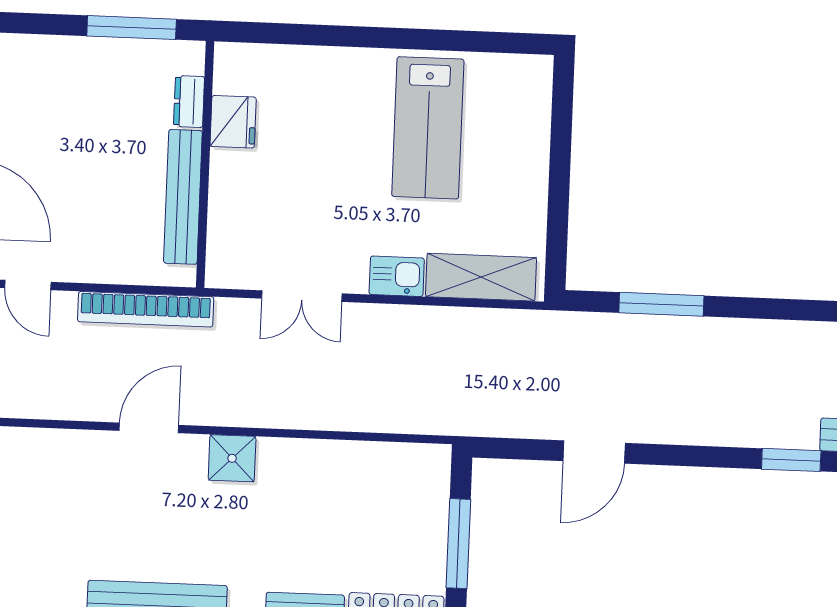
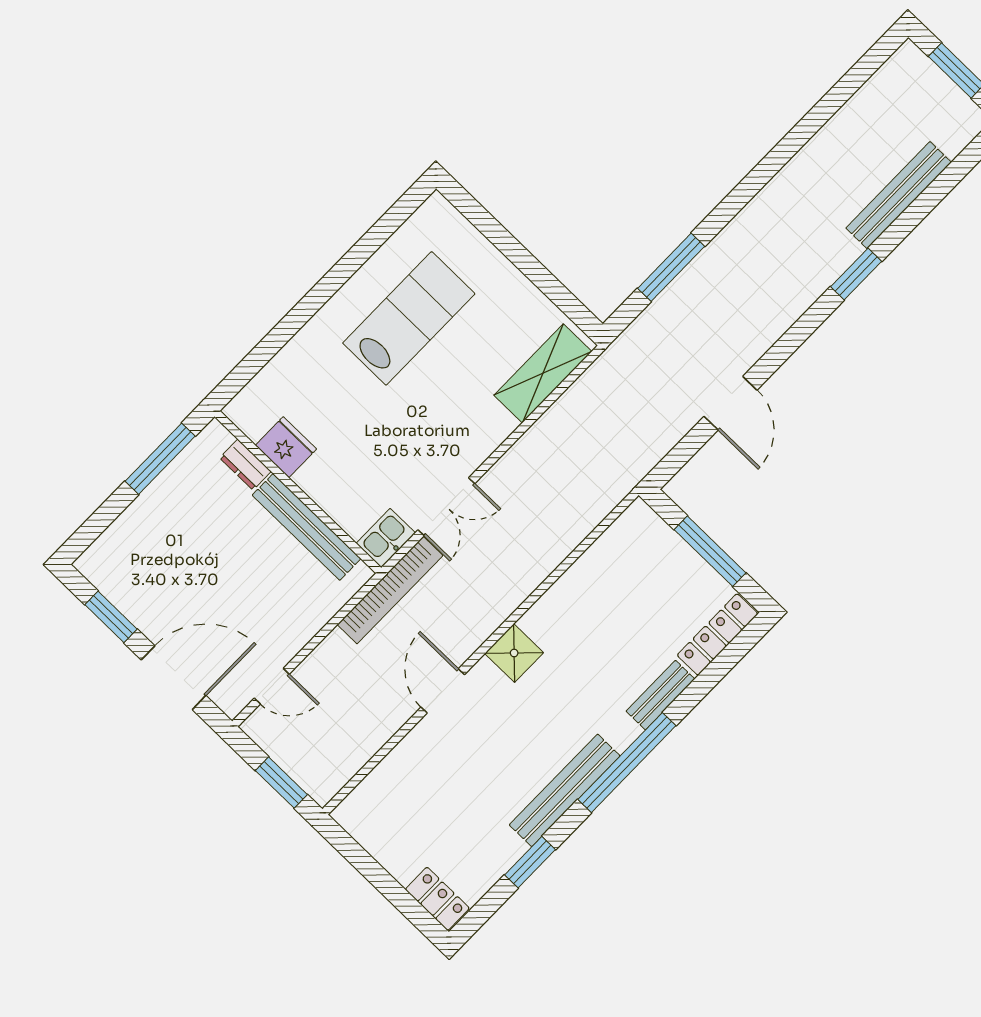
lab bench: (428, 128) -> (409, 318), turned -90
kitchen sink: (397, 276) -> (386, 538), moved
bookcase: (146, 309) -> (390, 590), moved

